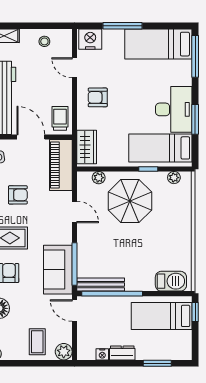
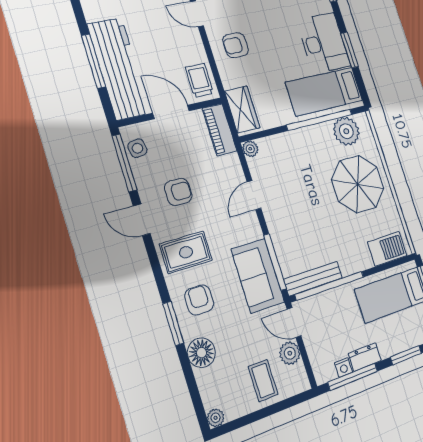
piano: (61, 165) -> (220, 130), width x0.73, depth x0.75
window: (148, 169) -> (320, 120), width x3.17
plant: (99, 178) -> (250, 149), moved
plant: (174, 178) -> (346, 131), width x1.88, depth x1.88
parasol: (130, 201) -> (358, 184), moved
door: (74, 212) -> (254, 195), swing flipped
plant: (64, 352) -> (290, 353), moved
window: (107, 363) -> (353, 377), added

